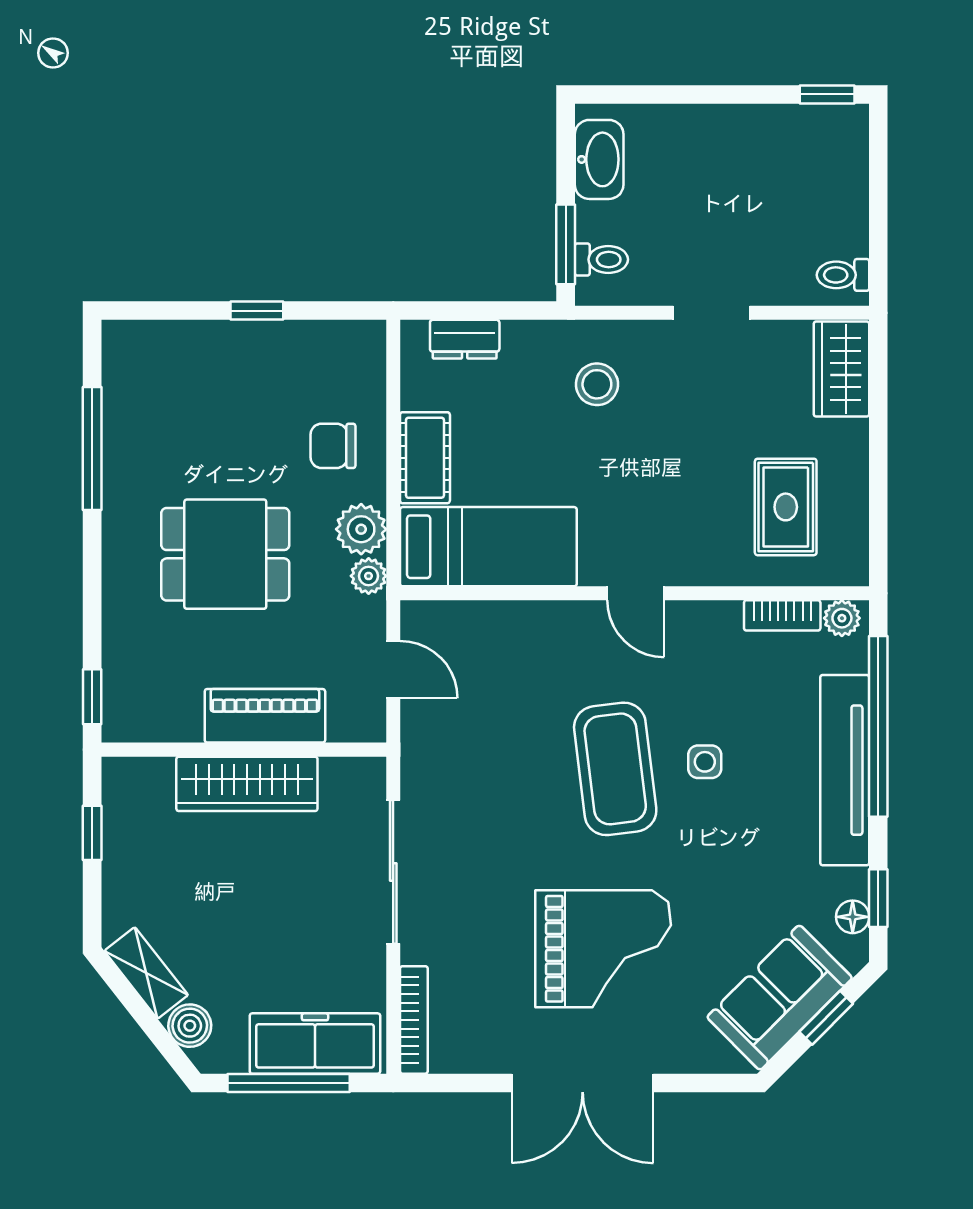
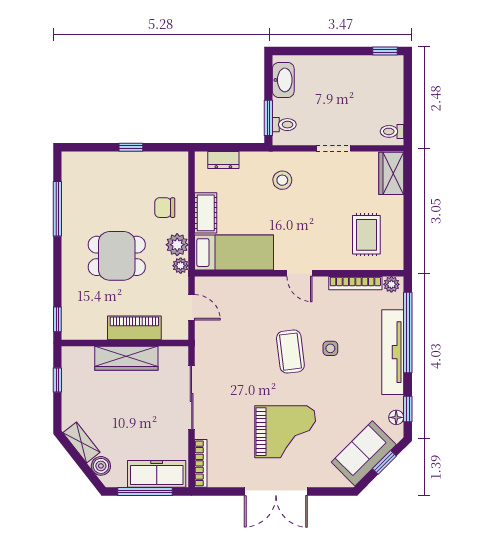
bookcase: (782, 615) -> (355, 283), width x1.56
coffee table: (615, 769) -> (290, 352), width x0.73, depth x0.76

